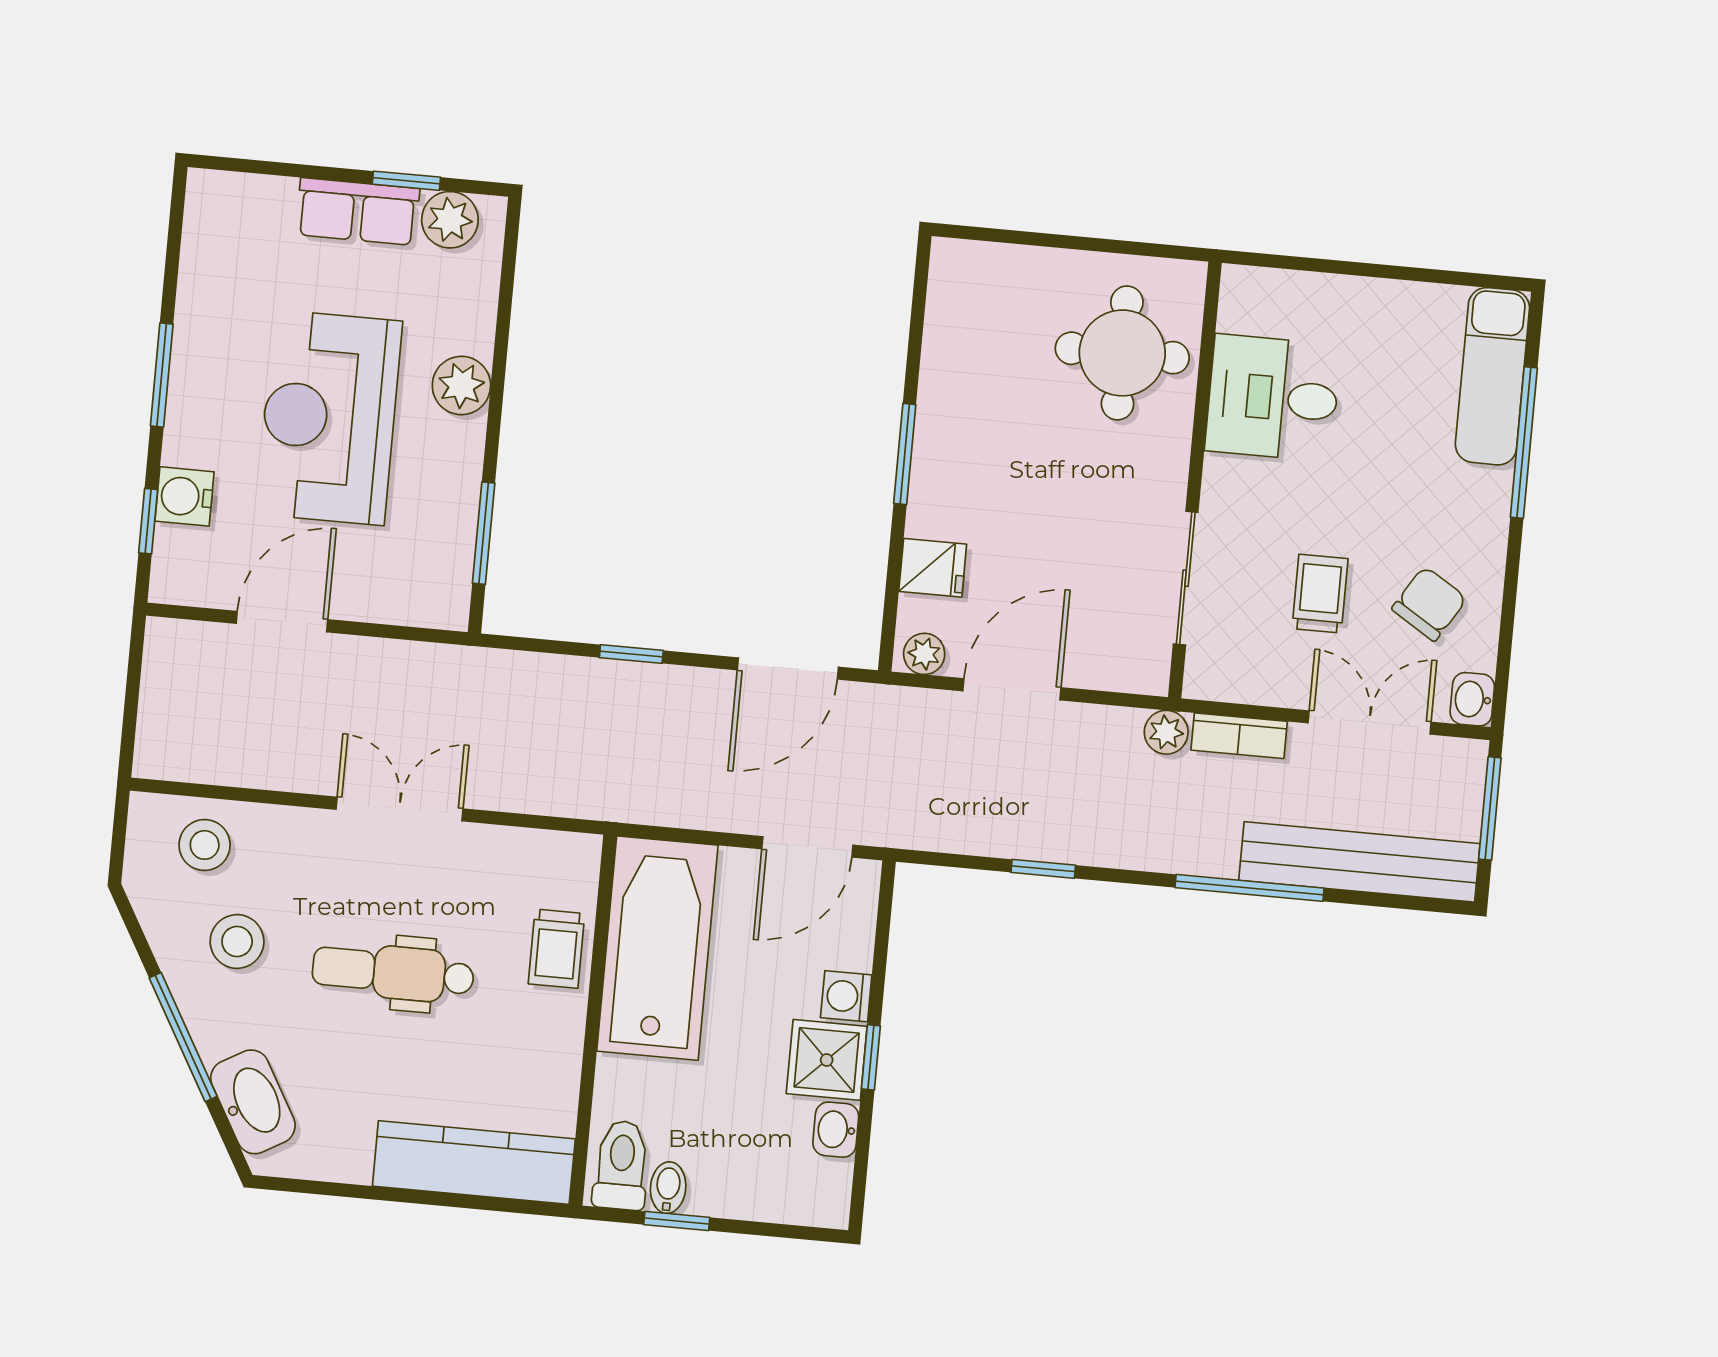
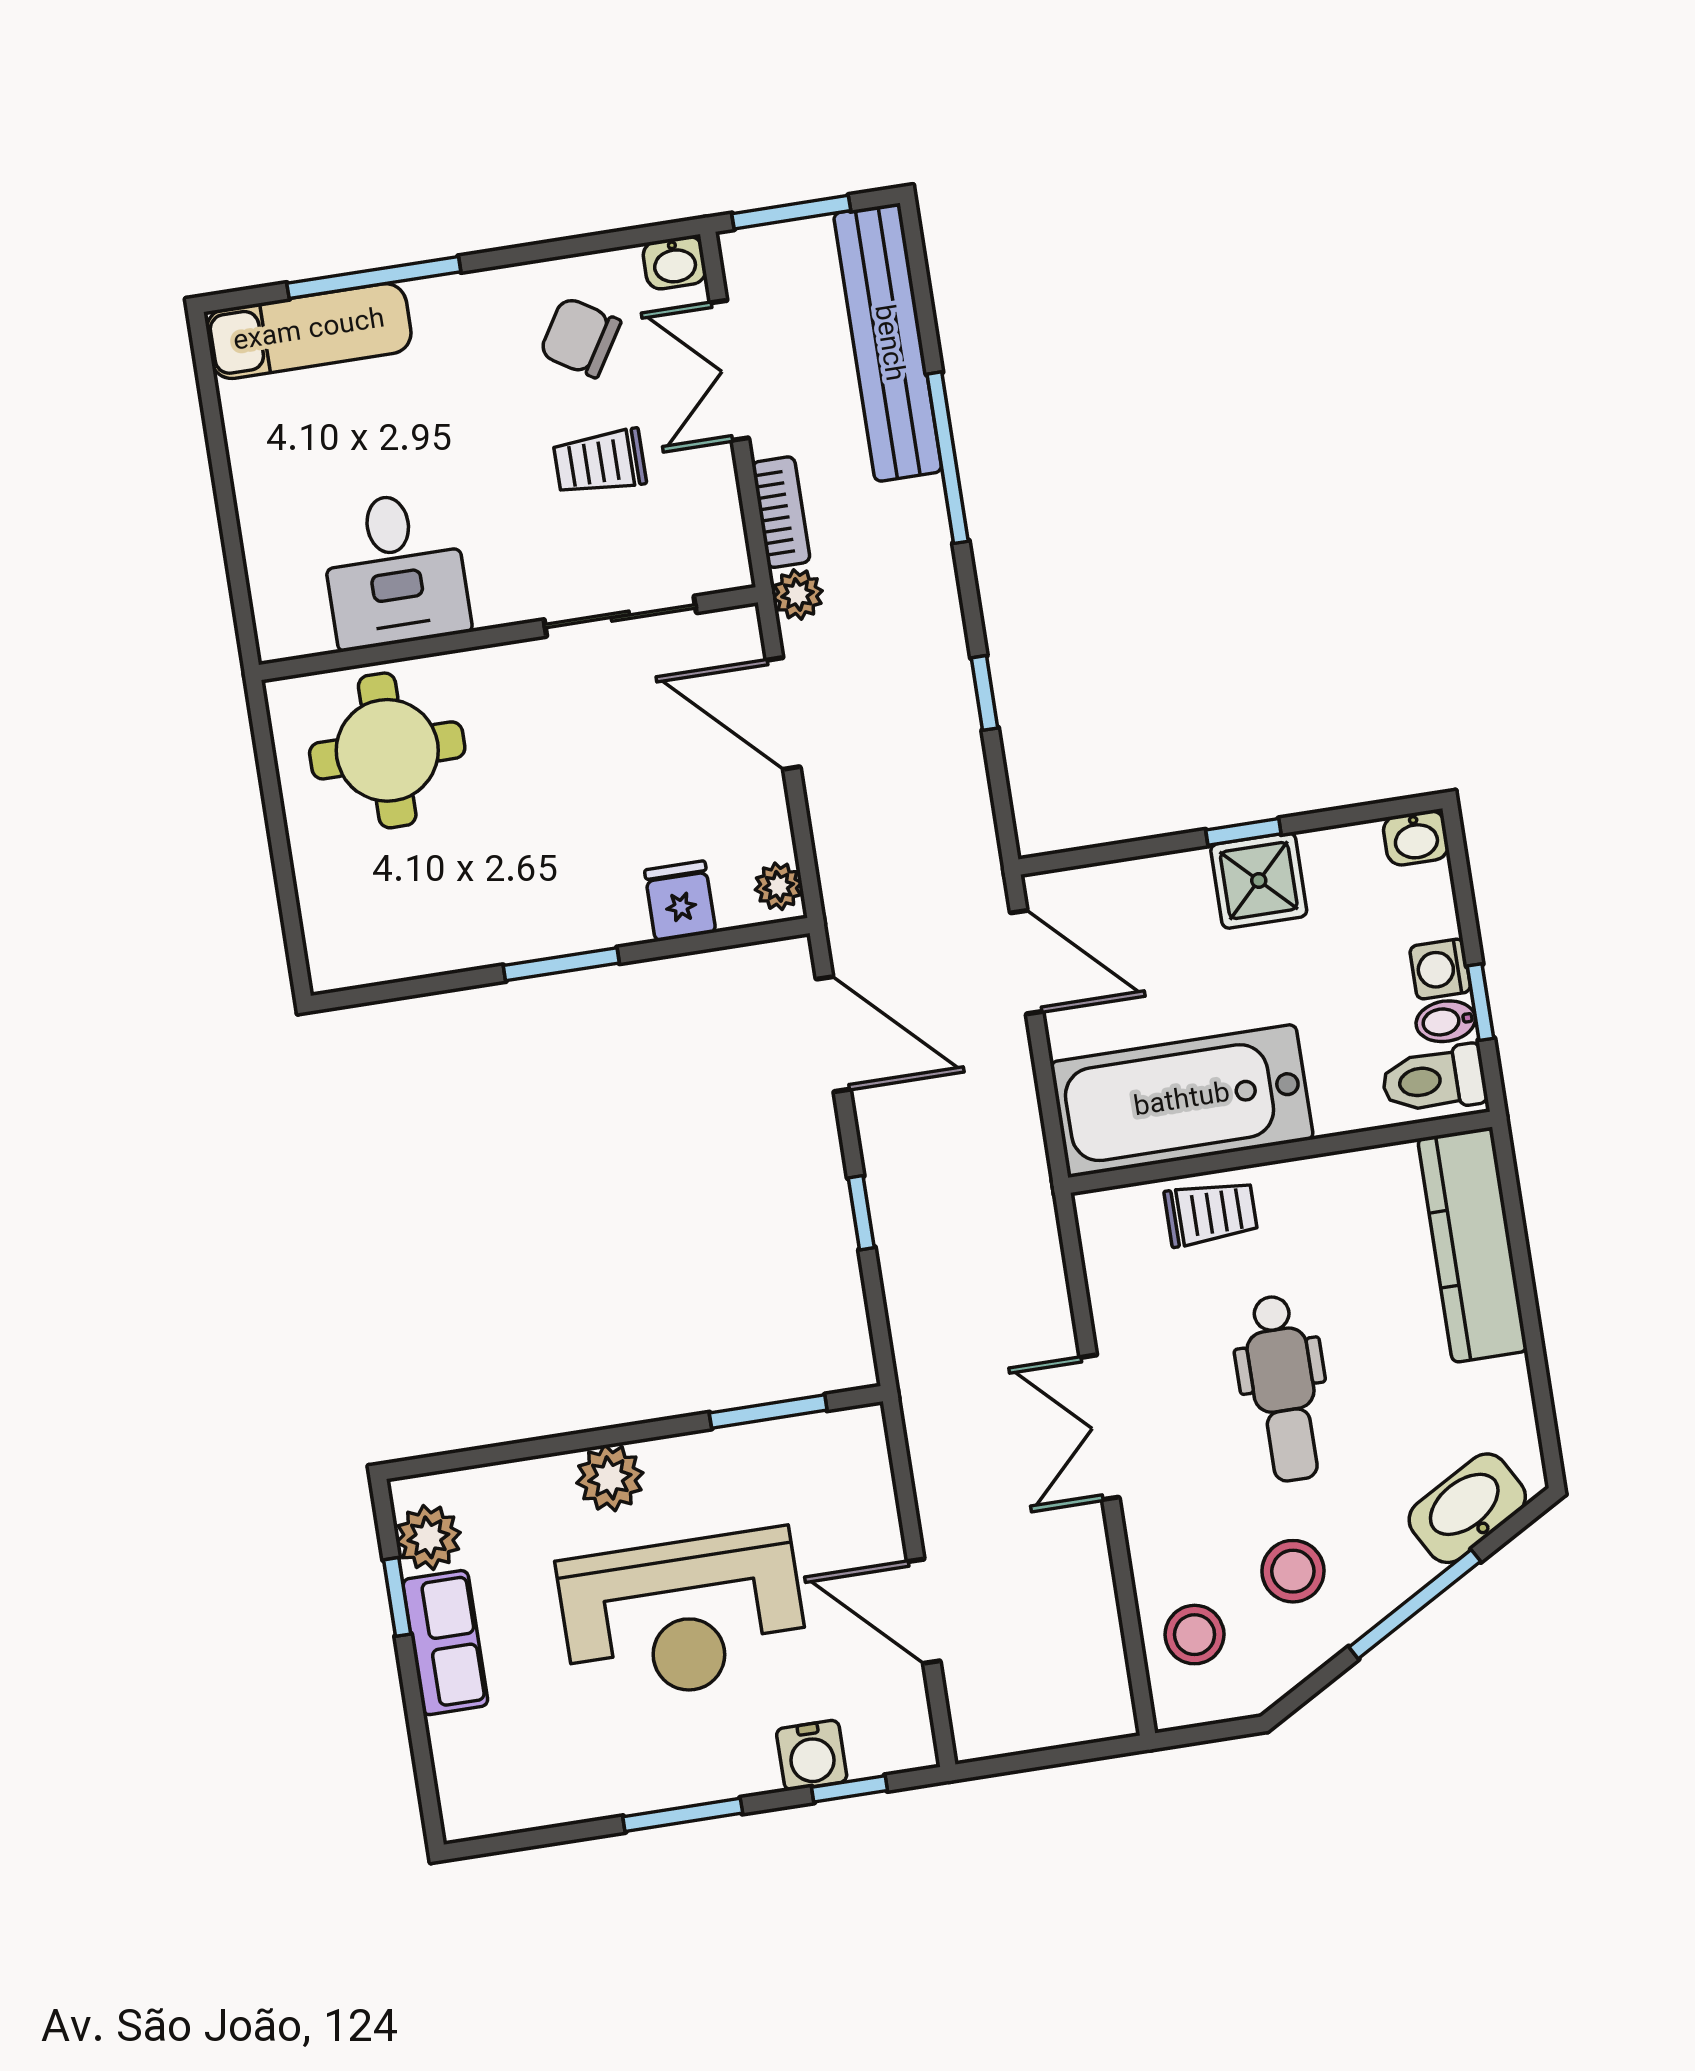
door: (1012, 689) -> (783, 713), moved
washing machine: (846, 996) -> (1440, 969), moved, turned 90
washbasin: (836, 1130) -> (1416, 838), moved

